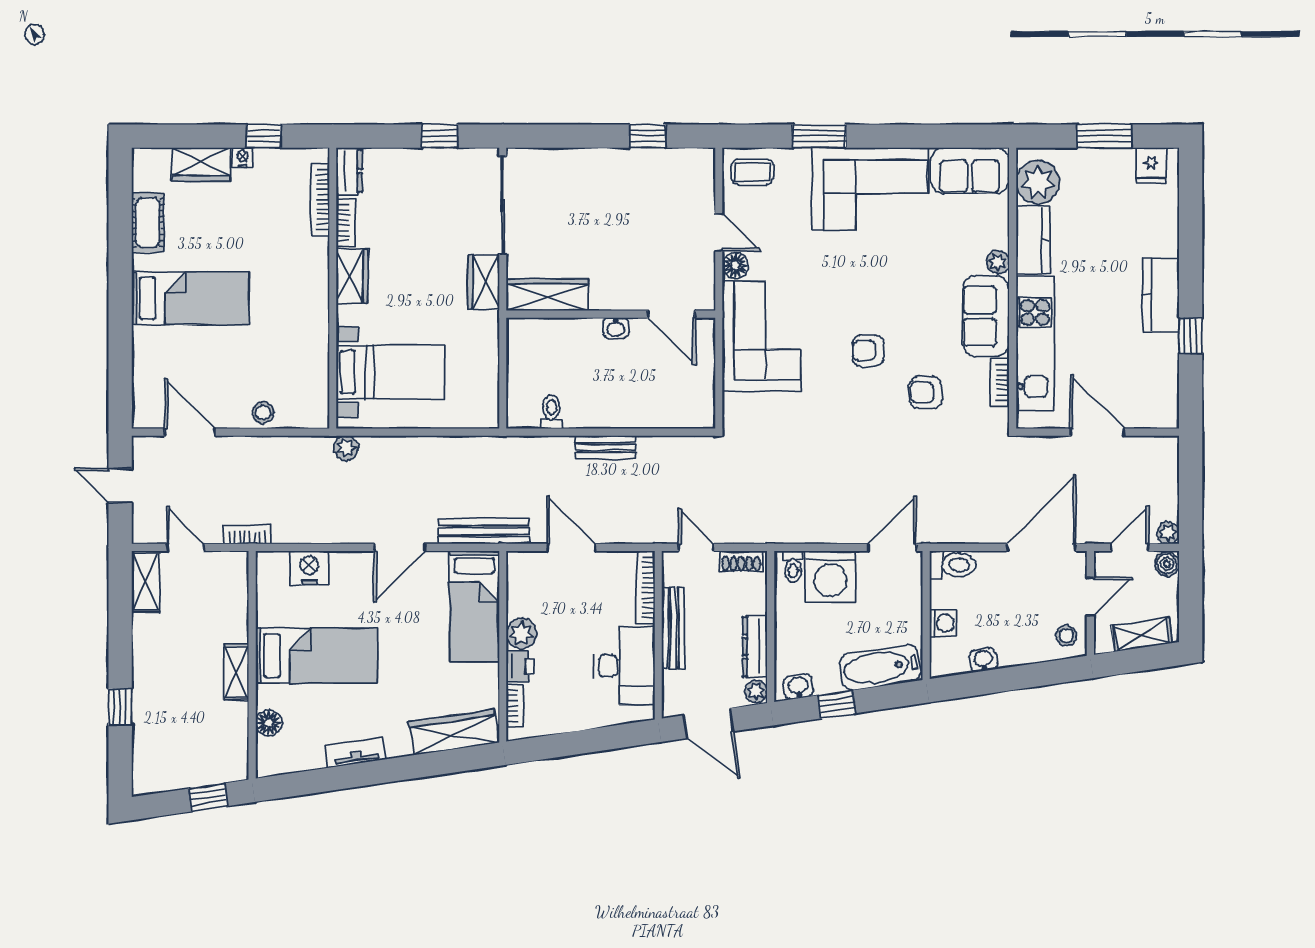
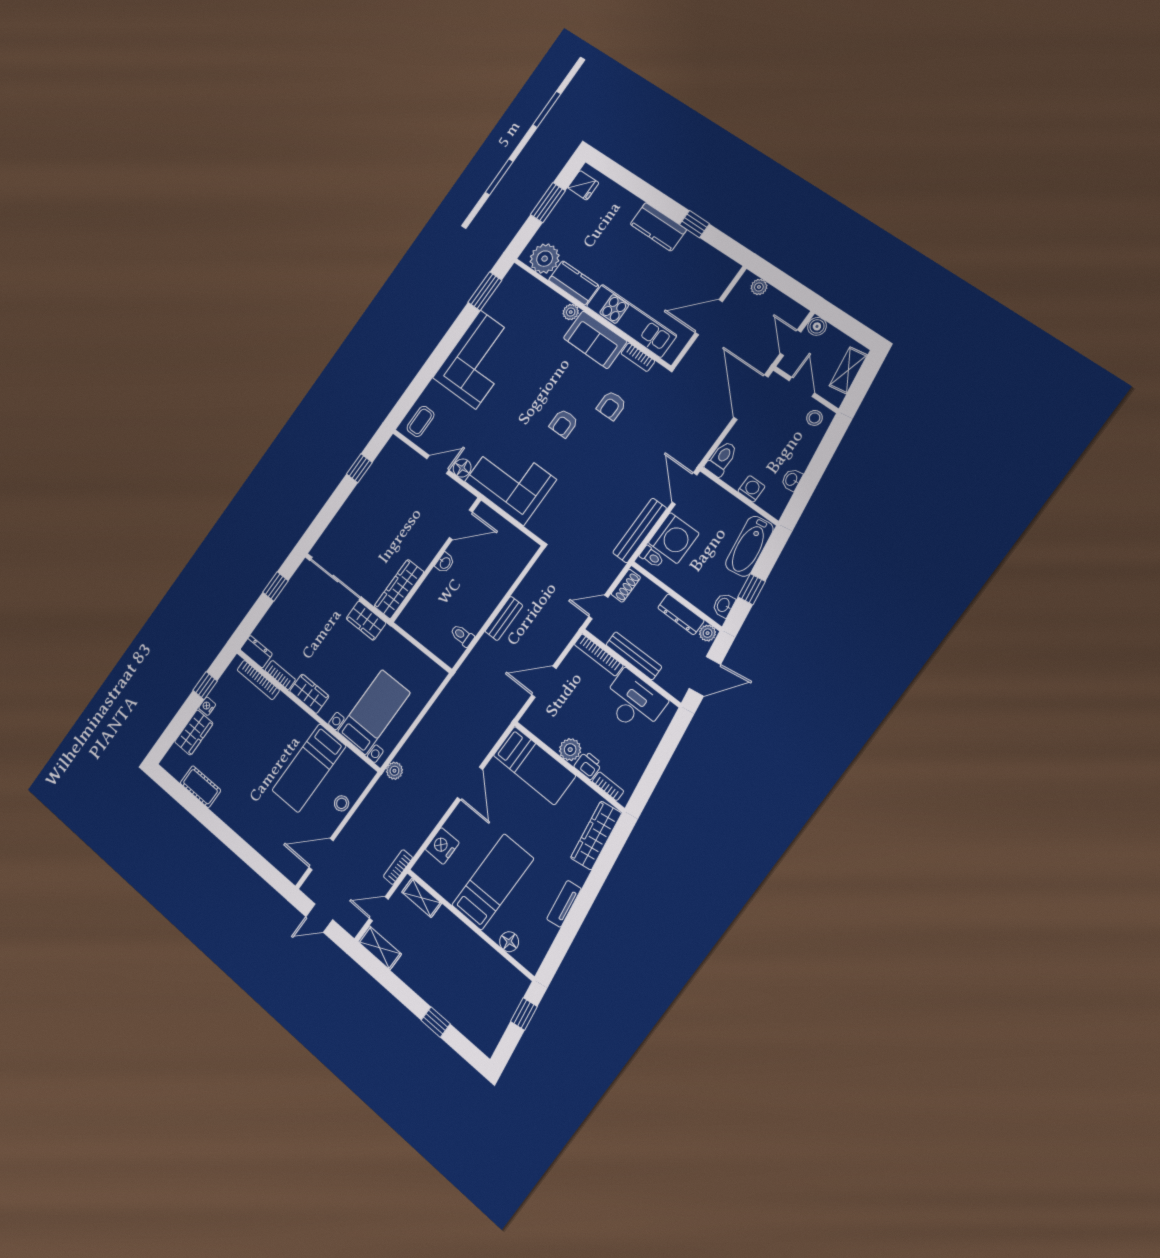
window: (819, 136) -> (485, 291), moved
sofa: (970, 170) -> (510, 294), removed
bed: (190, 298) -> (309, 768), moved, turned 180
bench: (484, 531) -> (640, 531), moved
plant: (1168, 533) -> (759, 287), moved
shelving: (236, 672) -> (422, 898), moved

